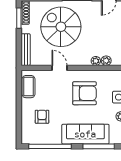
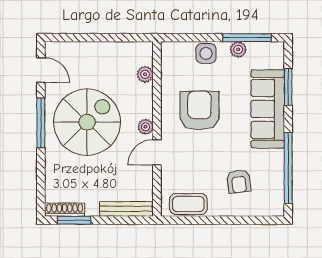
spiral stairs: (61, 27) -> (87, 122), moved, turned 180
plant: (96, 61) -> (145, 127), moved
armchair: (42, 117) -> (239, 181), turned -97
window: (99, 146) -> (288, 87), width x0.69

